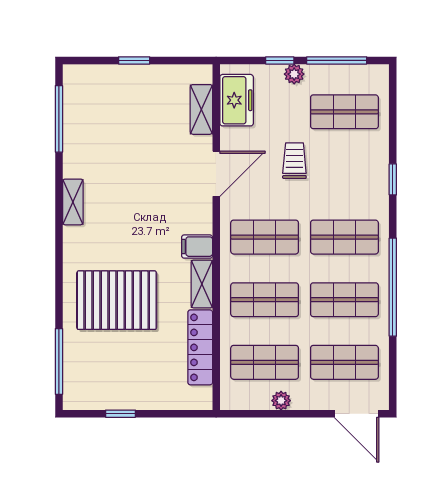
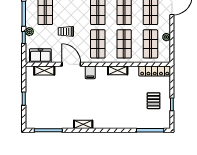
filing cabinet: (197, 247) -> (90, 72), moved
pallet: (117, 300) -> (154, 101), moved, width x0.49, depth x0.50
locker: (200, 347) -> (155, 71), moved

